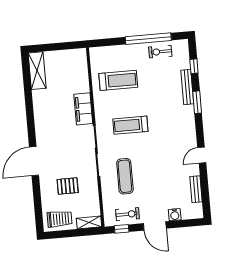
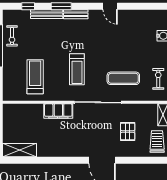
bench: (196, 189) -> (76, 14), moved

